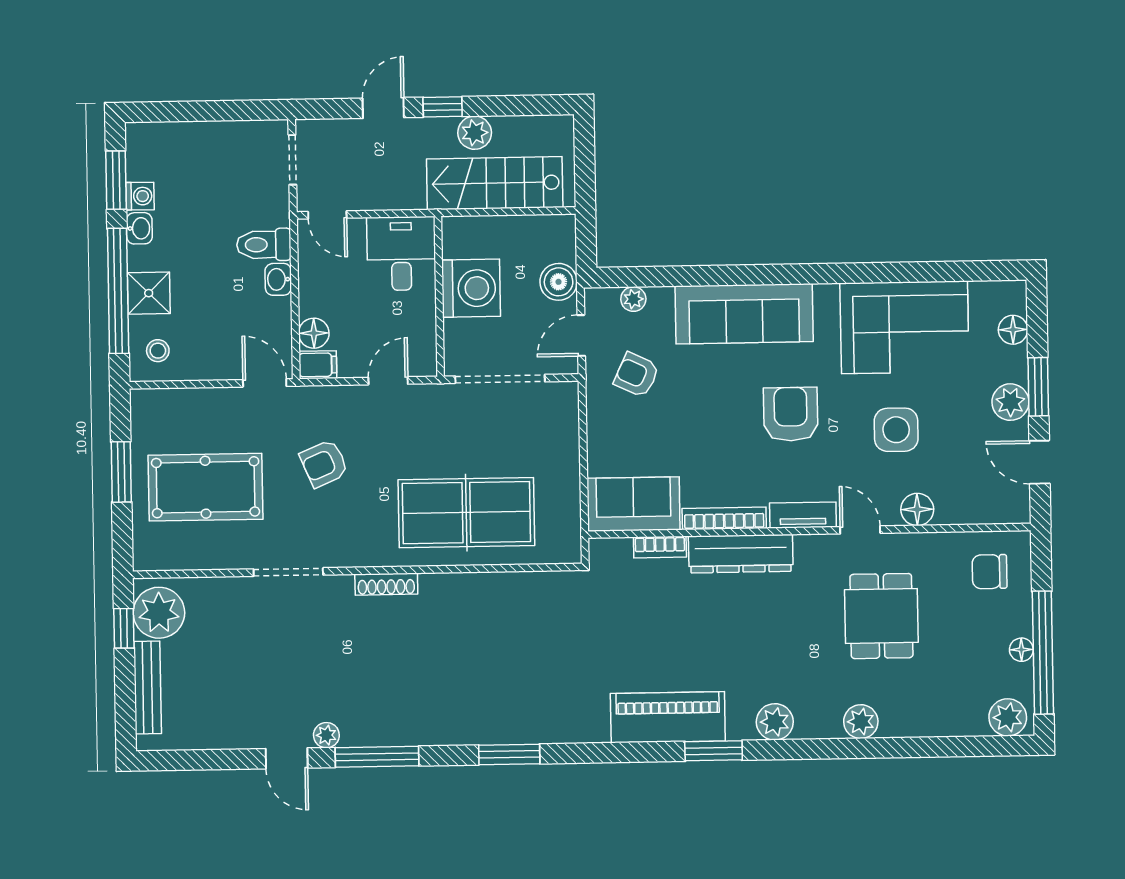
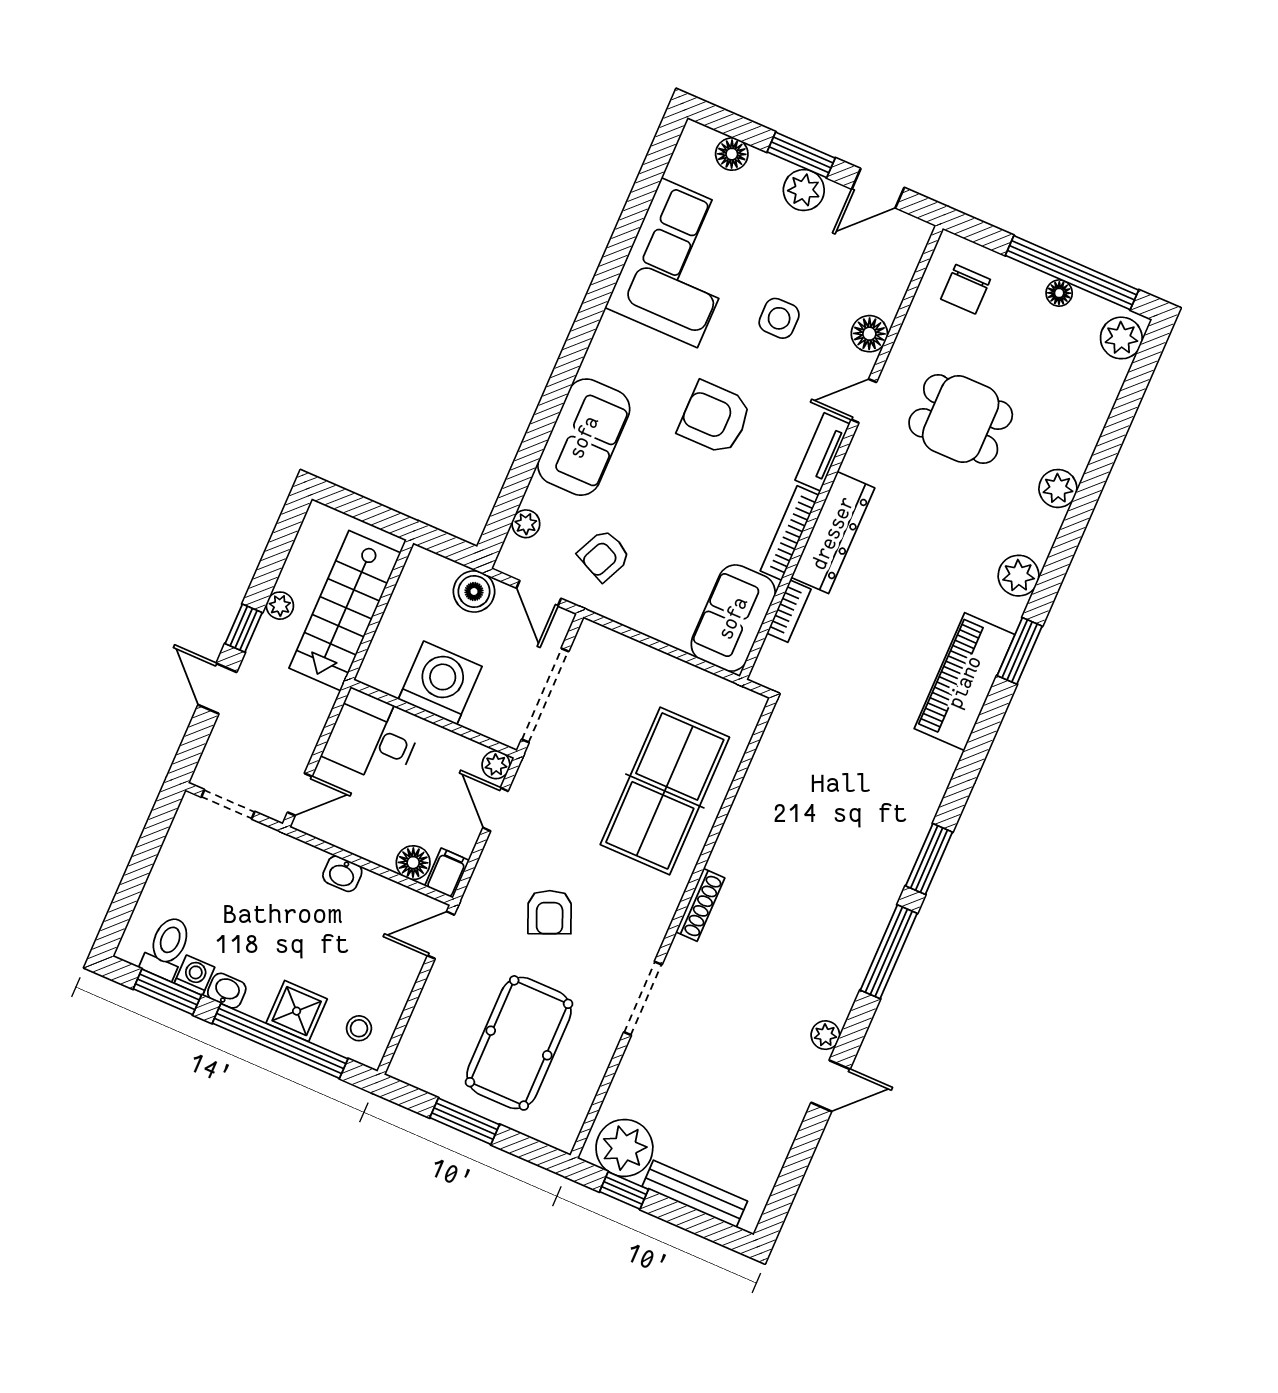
plant: (475, 133) -> (280, 606), width x0.73, depth x0.73
toilet: (264, 245) -> (167, 947), moved, turned 180
sofa: (744, 314) -> (584, 437), width x0.73
plant: (425, 364) -> (496, 765), added
side table: (896, 430) -> (779, 318), width x0.73, depth x0.73
window: (377, 757) -> (889, 952), moved

